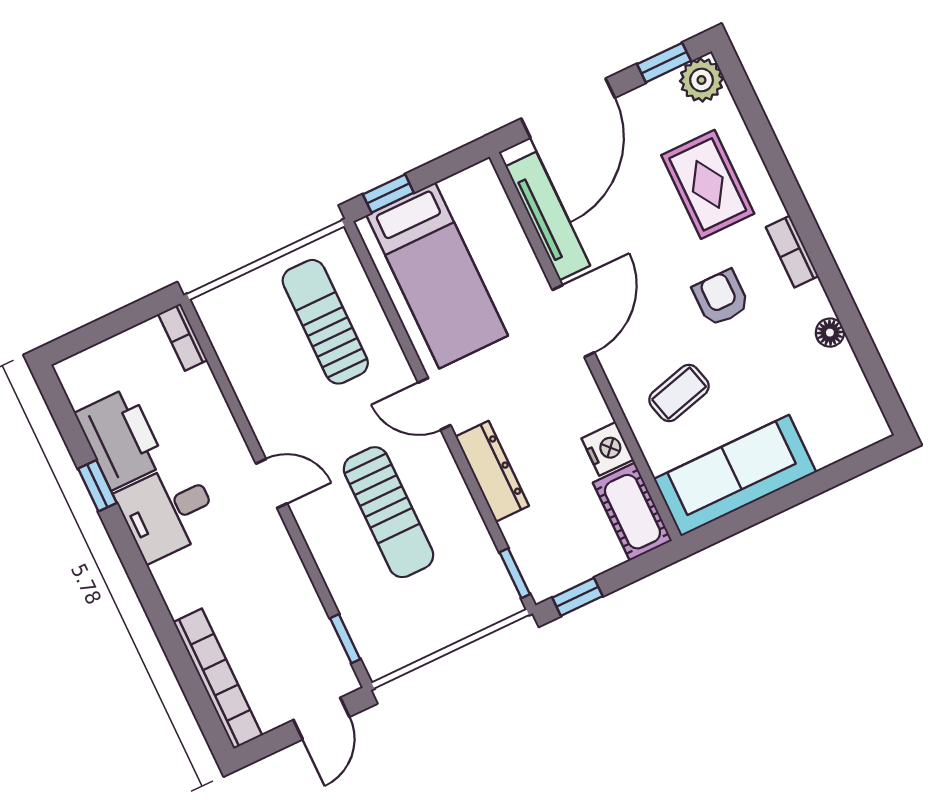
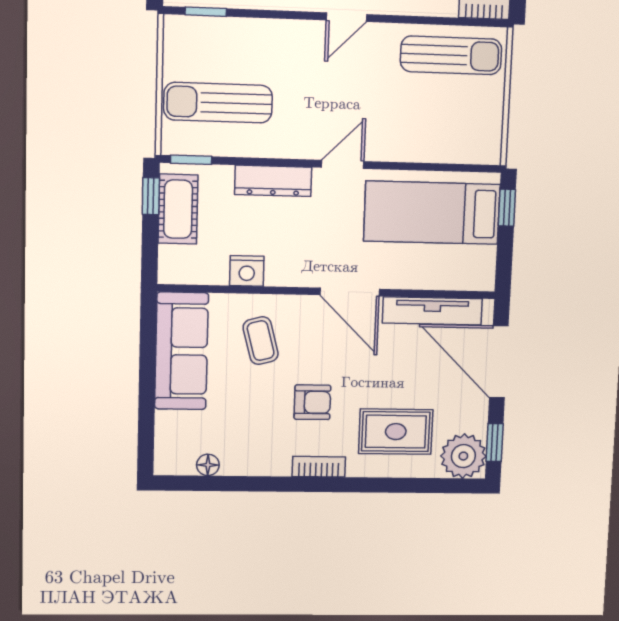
plant: (701, 80) -> (463, 456), width x1.36, depth x1.36
sun lounger: (325, 322) -> (451, 55), moved
floor lamp: (830, 333) -> (208, 465), moved
sun lounger: (388, 512) -> (218, 103), moved
cot: (632, 512) -> (178, 209), moved, turned 90

